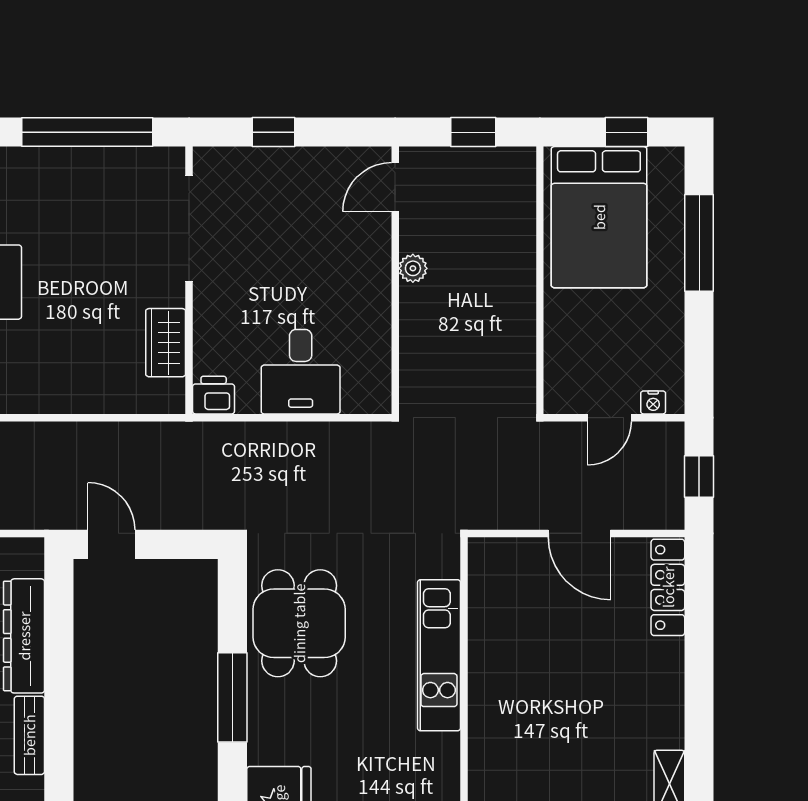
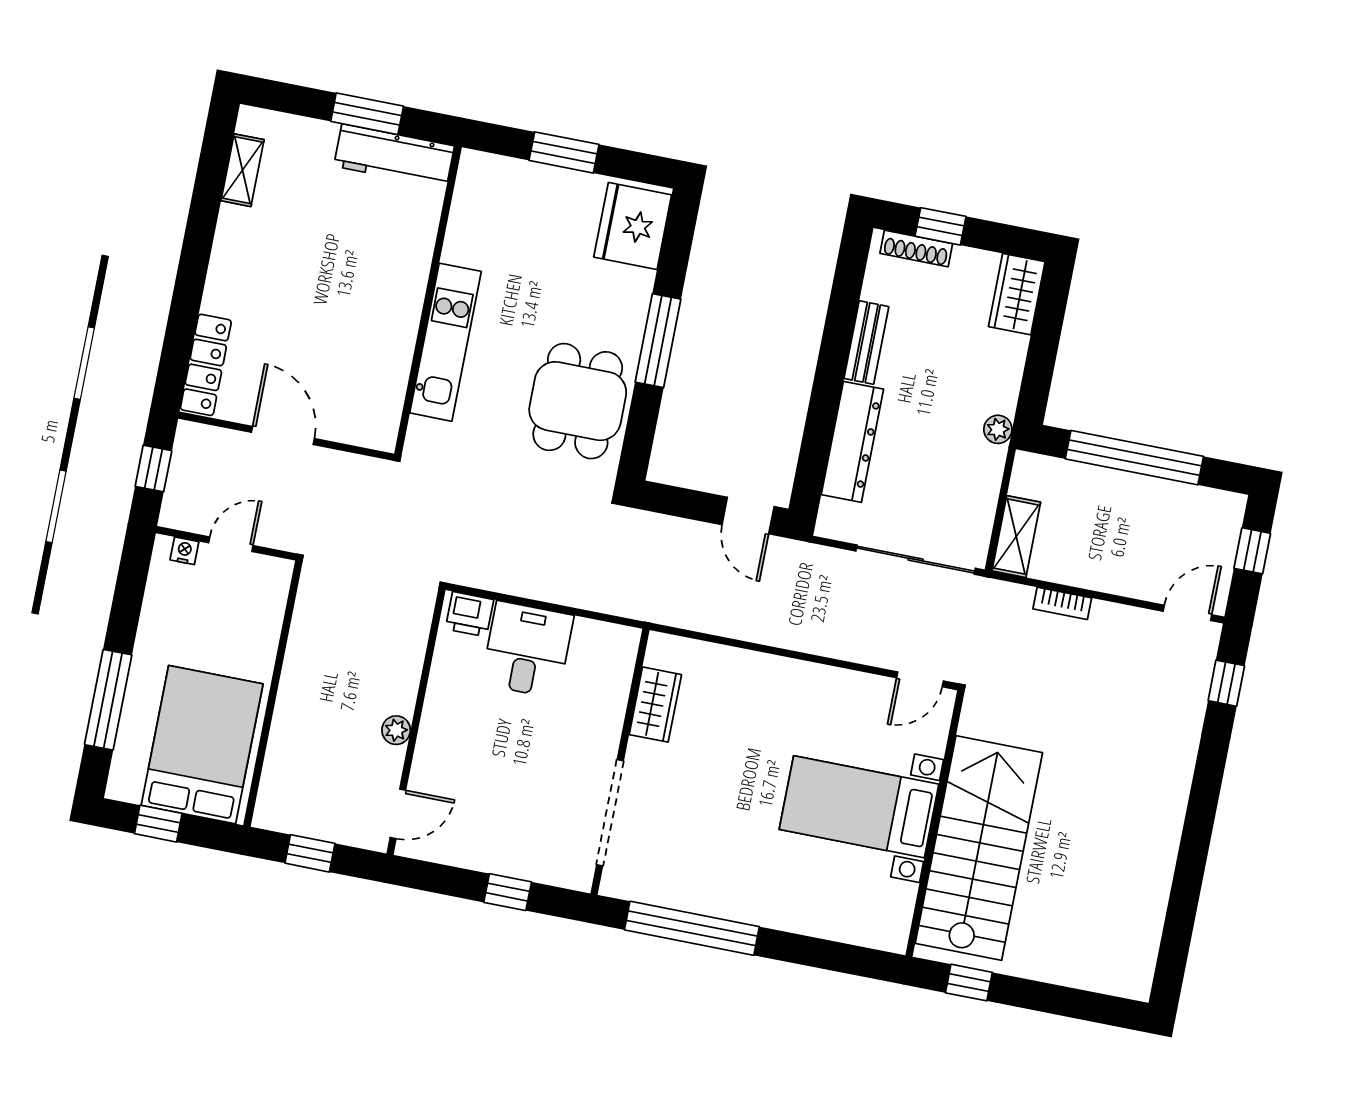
printer: (214, 395) -> (470, 614), moved

